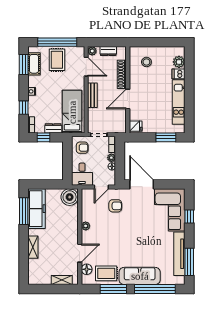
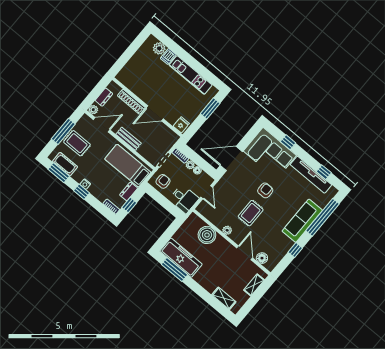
window: (57, 42) -> (63, 131), width x0.68
stool: (146, 62) -> (138, 74), removed
door: (128, 99) -> (155, 113), hinge flipped
window: (24, 108) -> (82, 192), moved
boiler: (70, 197) -> (207, 235), moved
armchair: (115, 206) -> (265, 190), moved
shelving: (33, 247) -> (224, 298), moved
window: (189, 262) -> (324, 172), width x0.46
rug: (106, 273) -> (251, 213), moved
window: (113, 289) -> (295, 250), width x0.46

